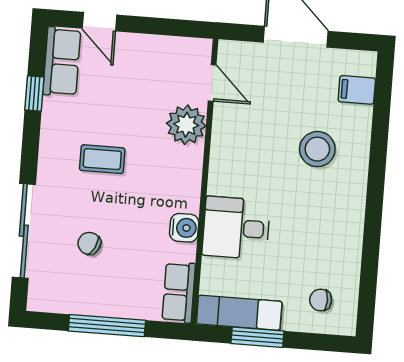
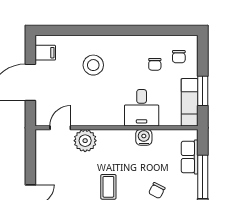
filing cabinet: (357, 90) -> (45, 53), moved, turned -90
chair: (310, 257) -> (155, 64), added
row of seats: (179, 292) -> (190, 157), moved, turned 90

